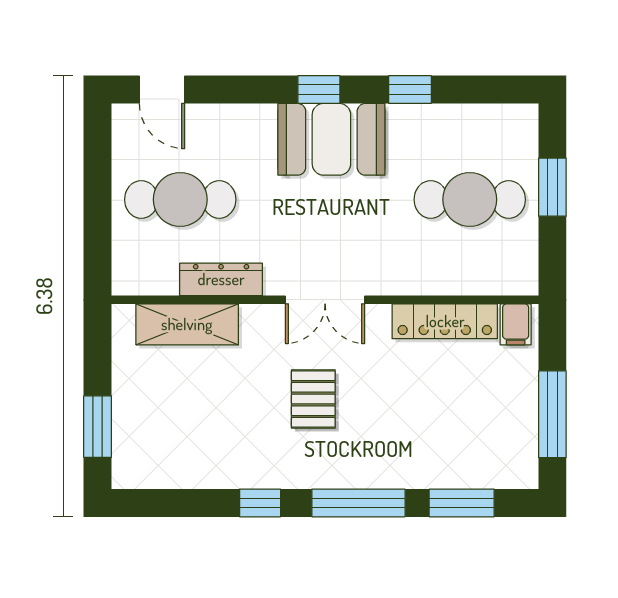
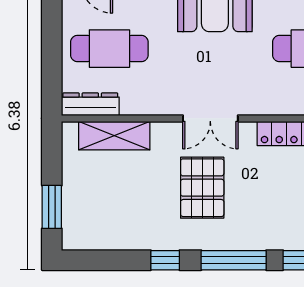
dresser: (221, 279) -> (90, 104), moved
pallet: (313, 399) -> (202, 188), width x1.50, depth x1.42

